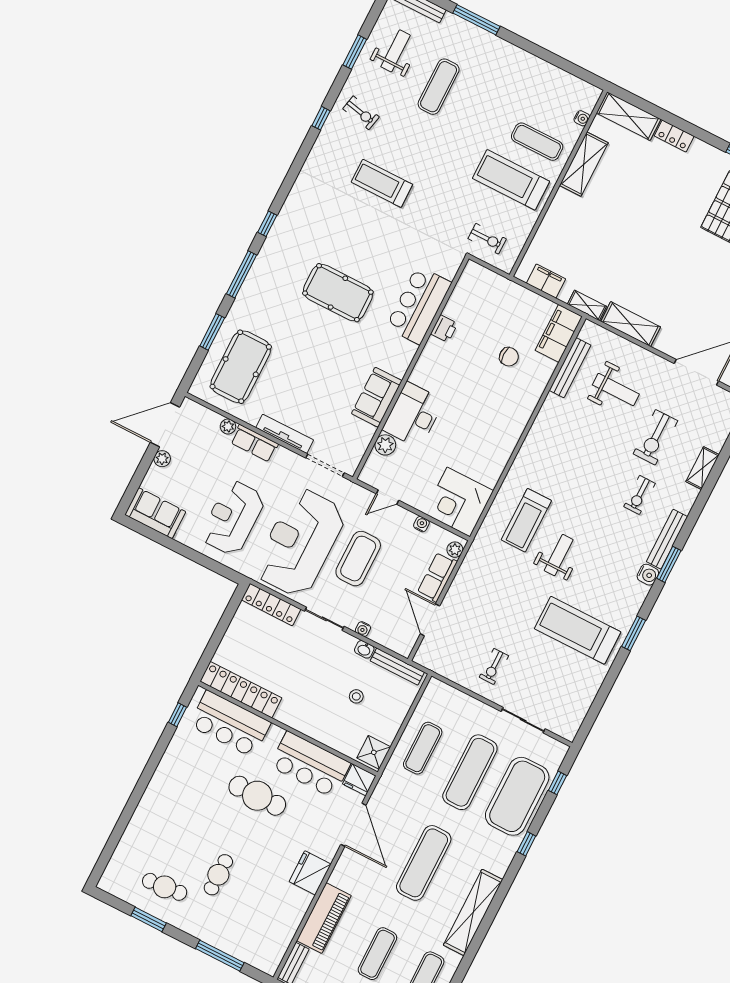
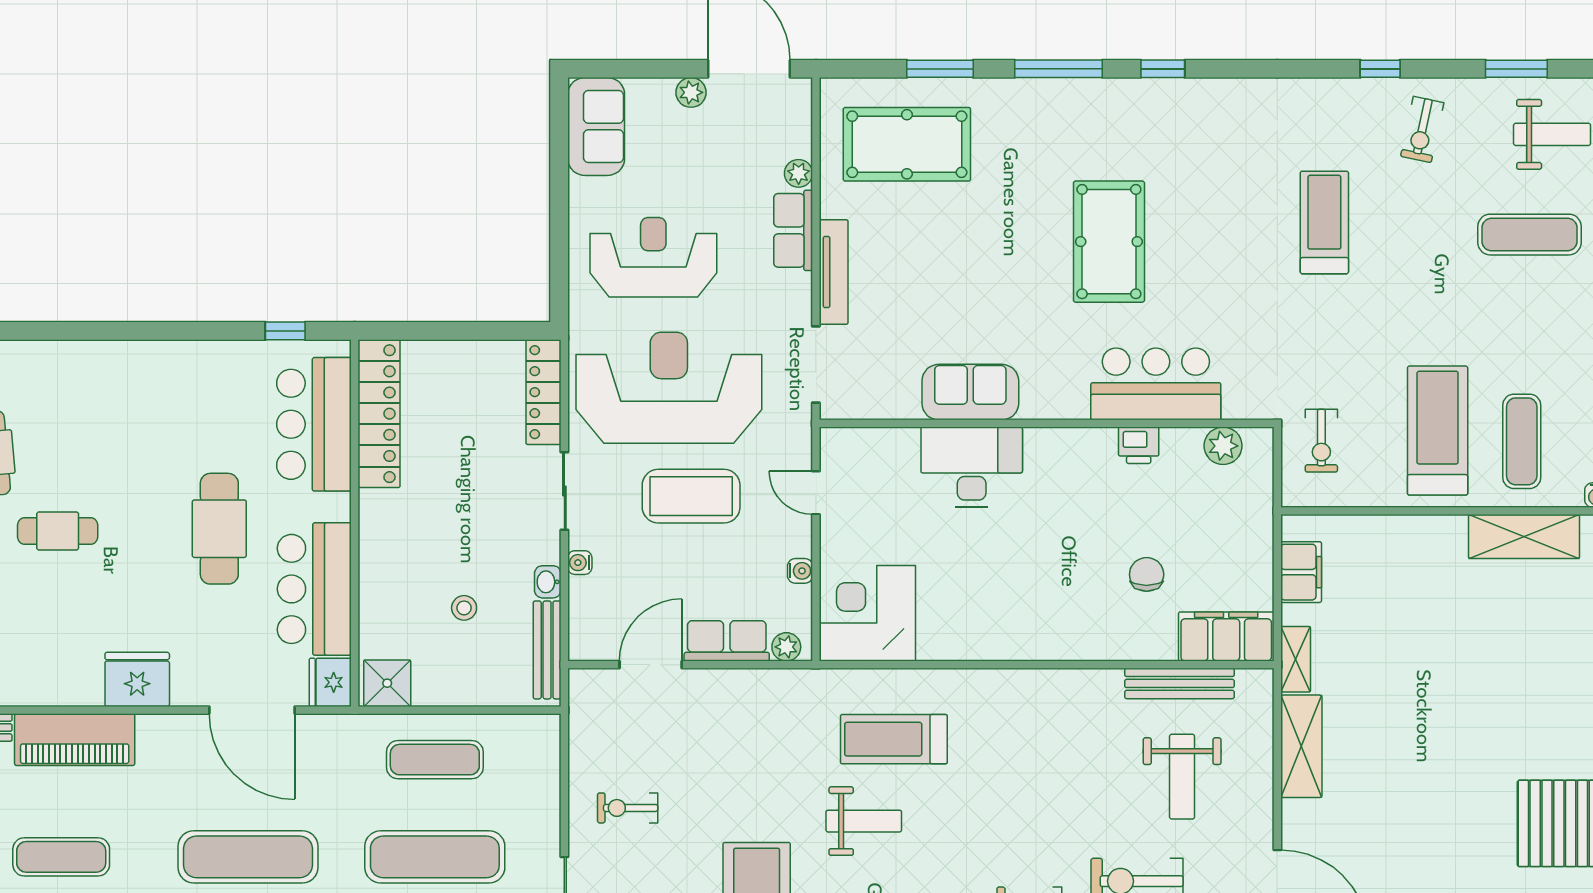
chair: (509, 357) -> (1147, 574), turned 180
plant: (385, 445) -> (1223, 446), moved
door: (353, 825) -> (252, 710), hinge flipped

